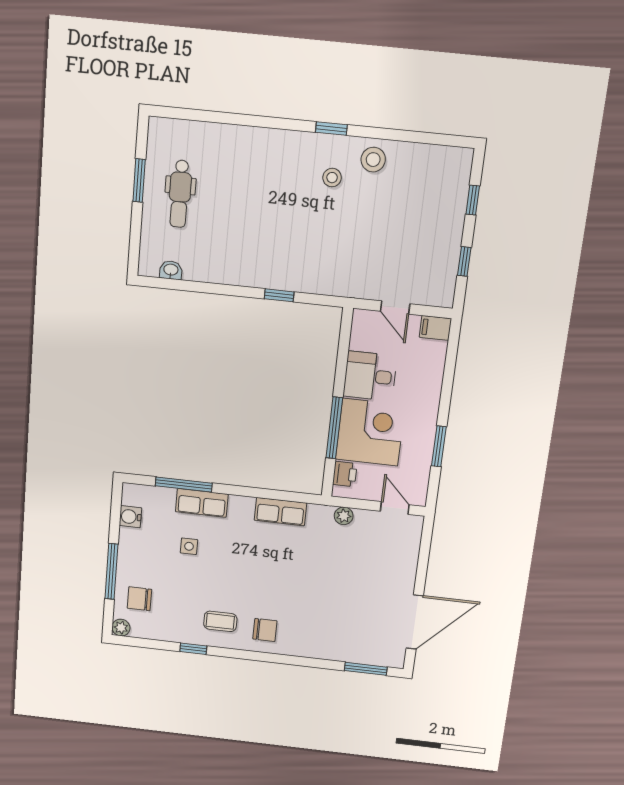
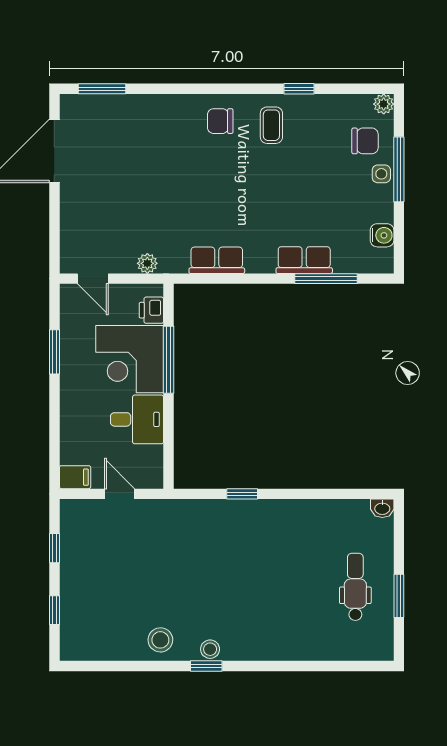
stool: (332, 178) -> (210, 649), moved
washbasin: (171, 270) -> (382, 508), moved
side table: (189, 546) -> (381, 174), moved
coffee table: (220, 621) -> (271, 125), turned 90

